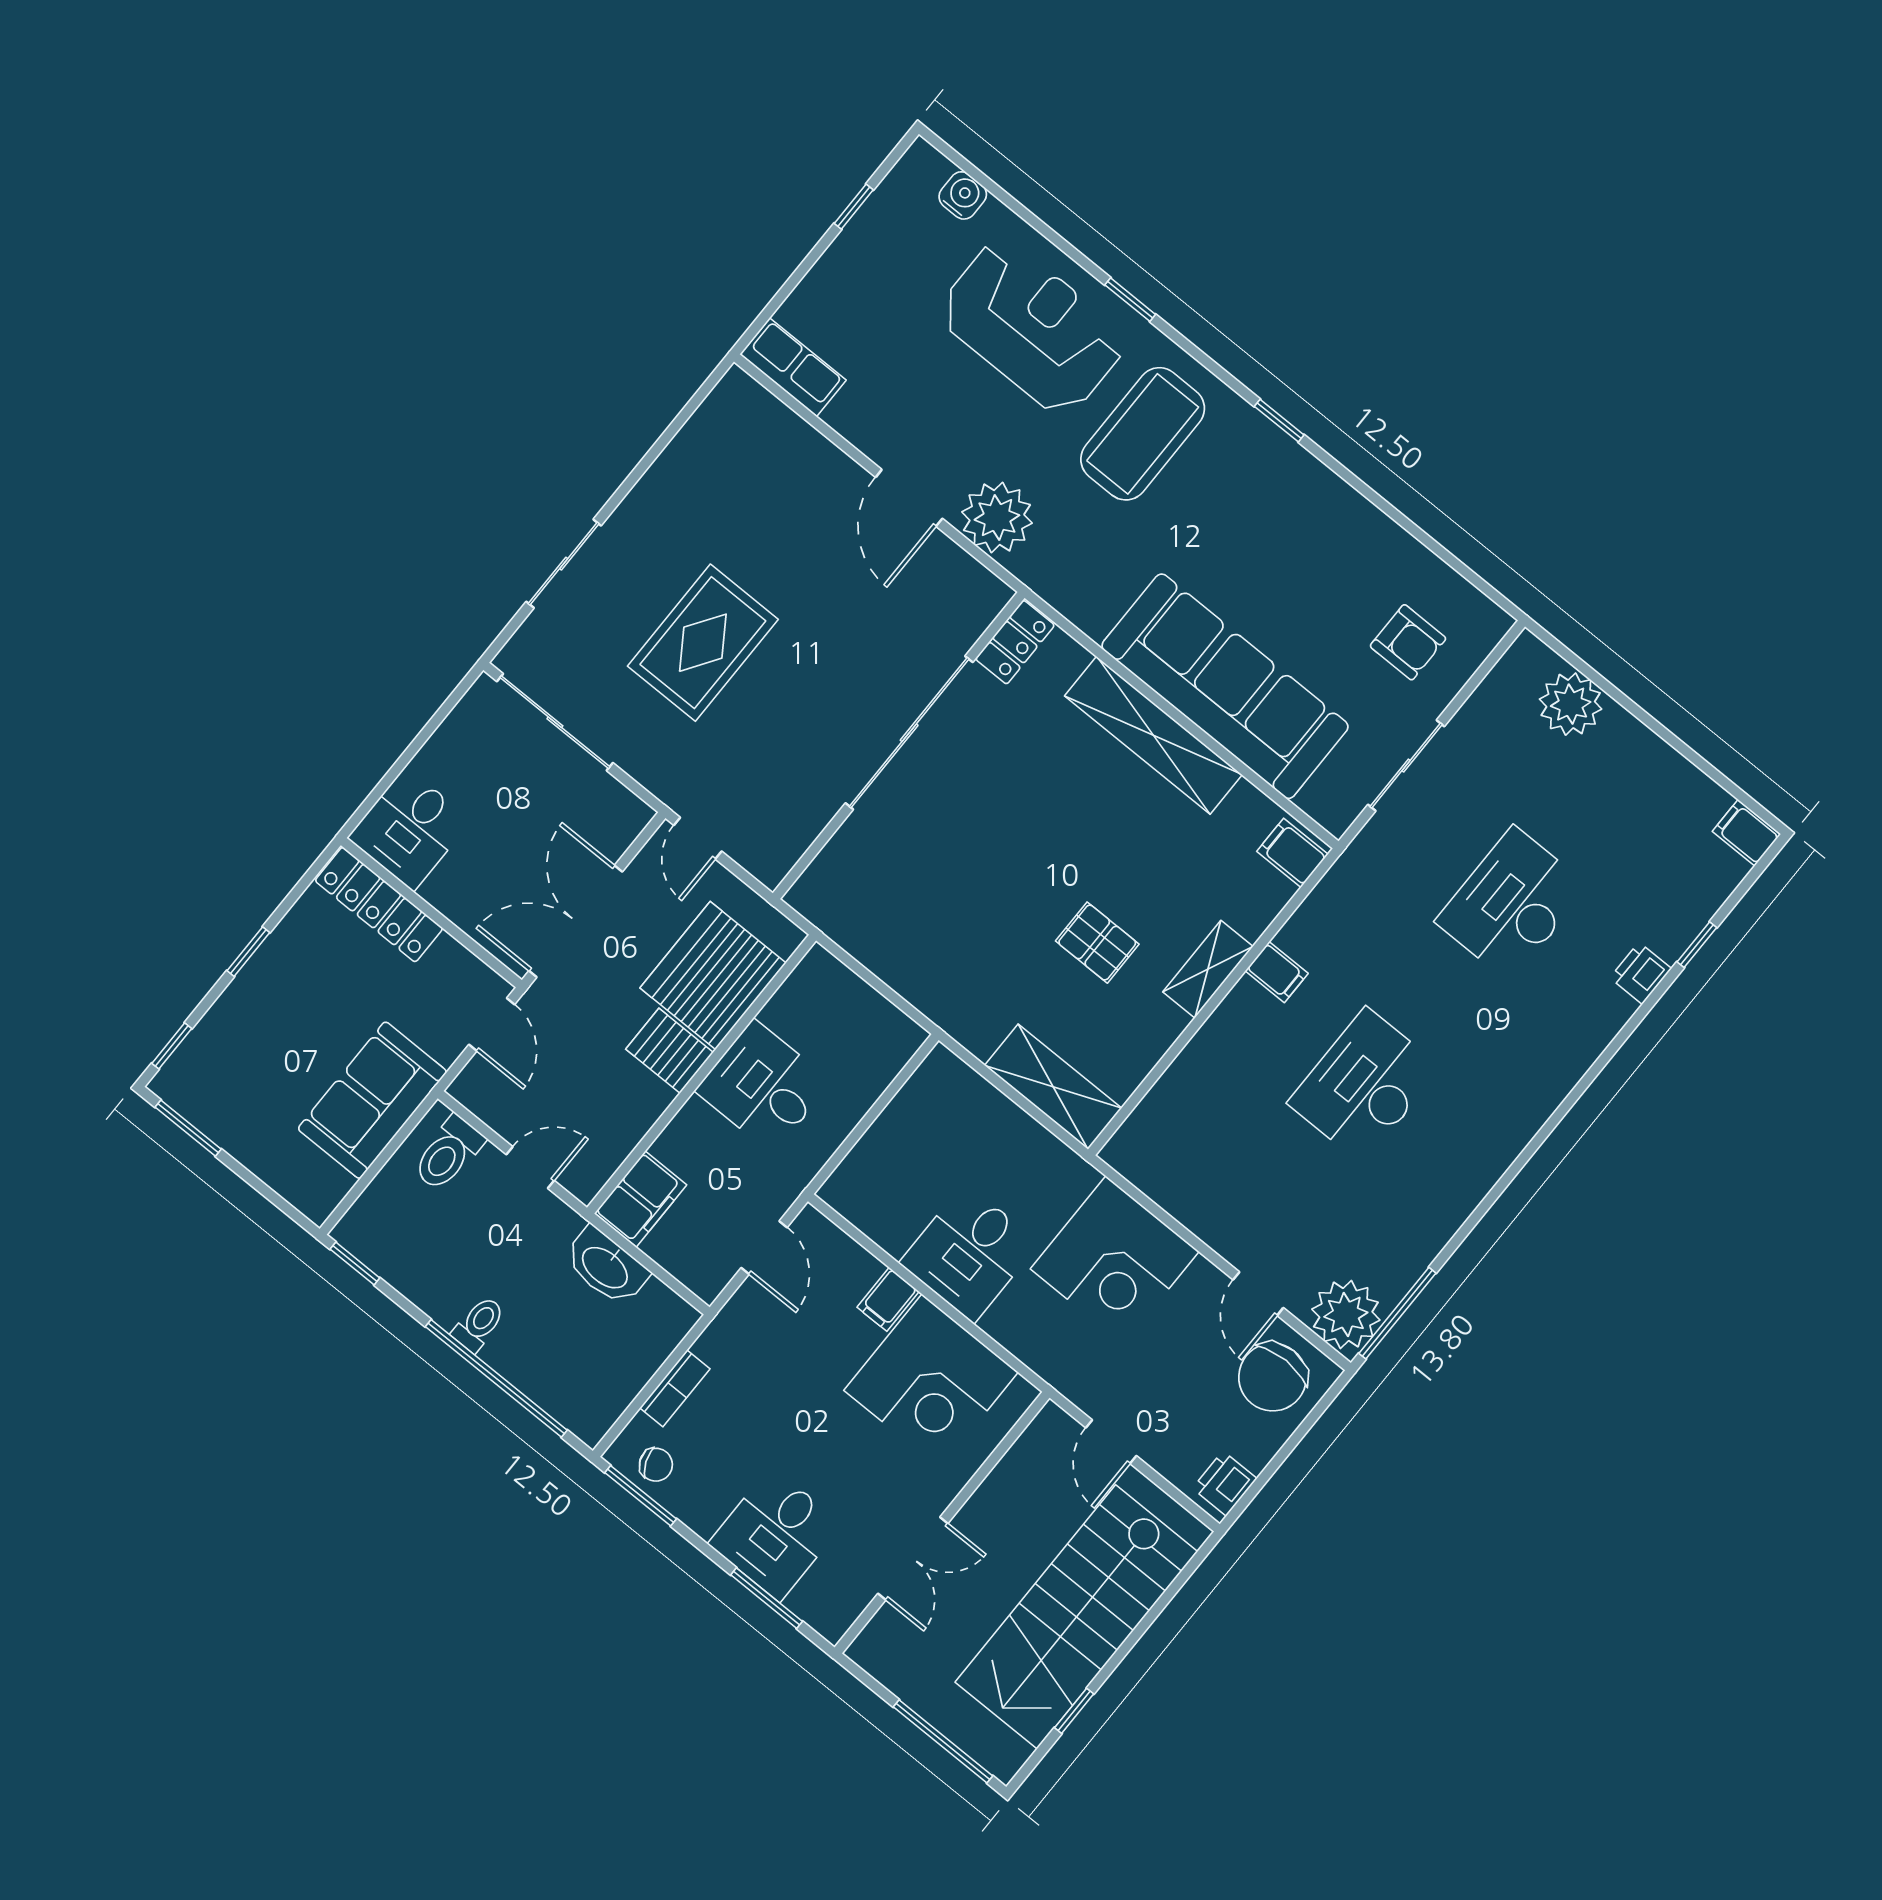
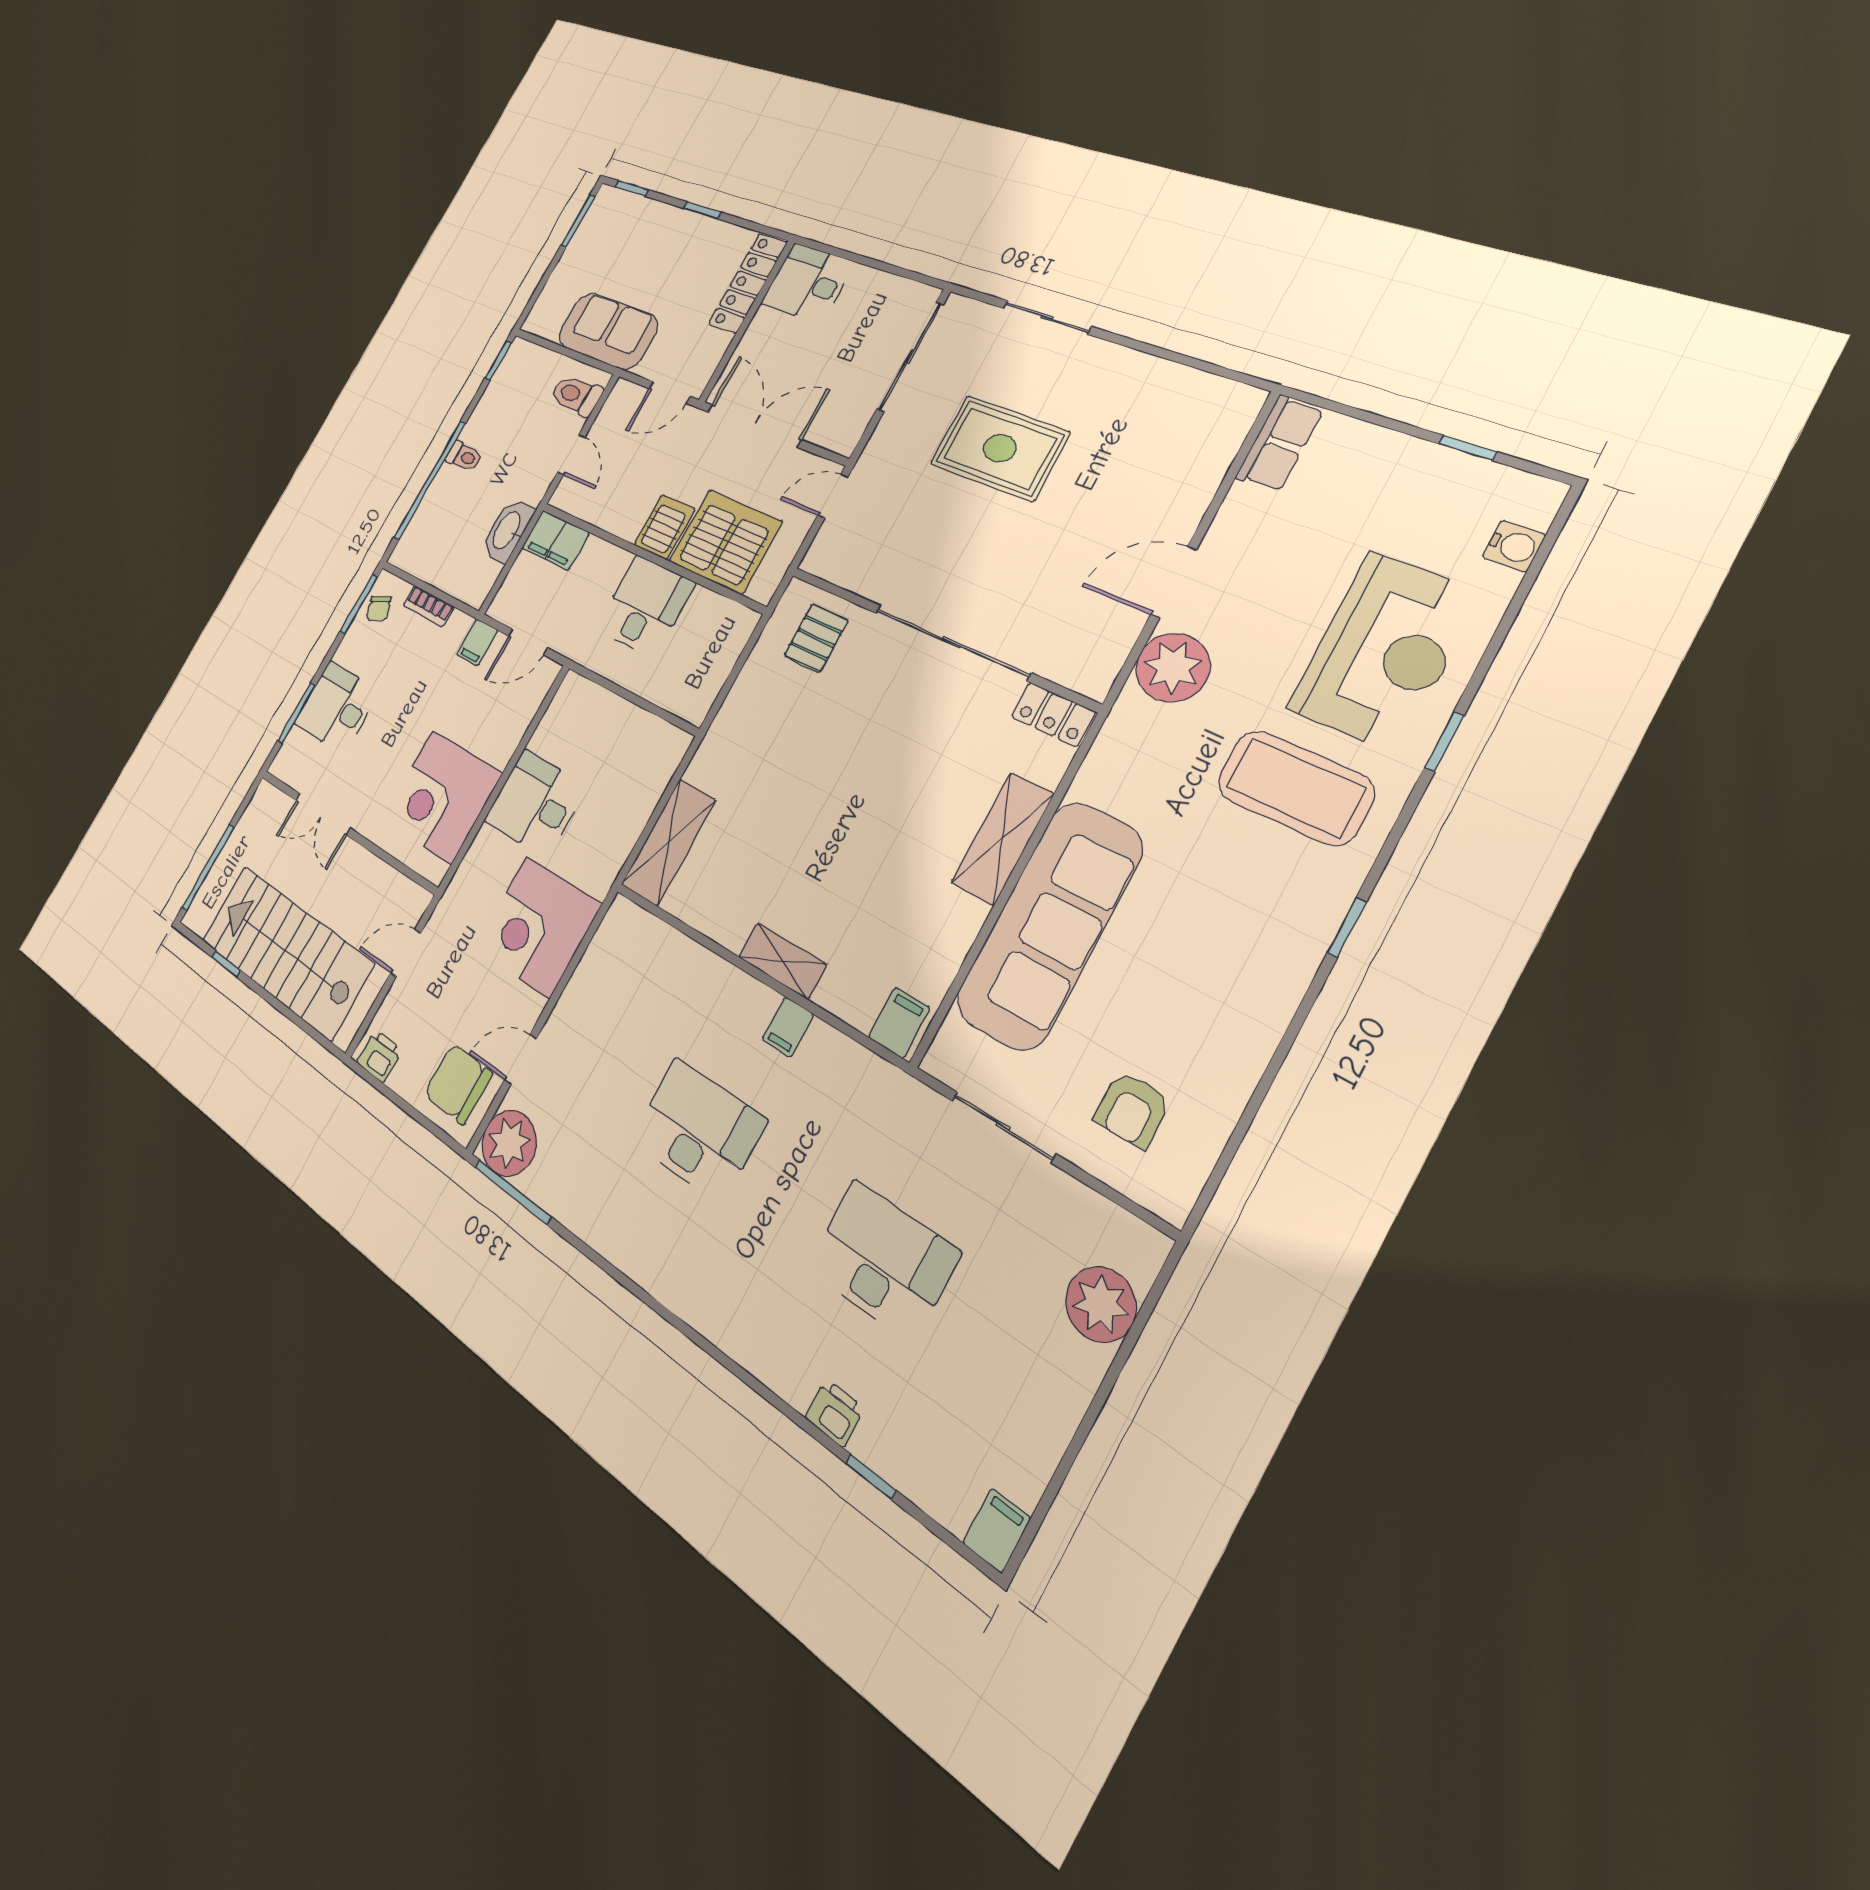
shelving: (1153, 735) -> (1002, 838), width x0.68
pallet: (1097, 943) -> (816, 638), moved
filing cabinet: (888, 1299) -> (477, 642), moved, turned -90

